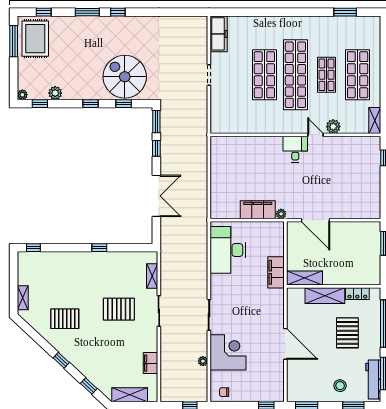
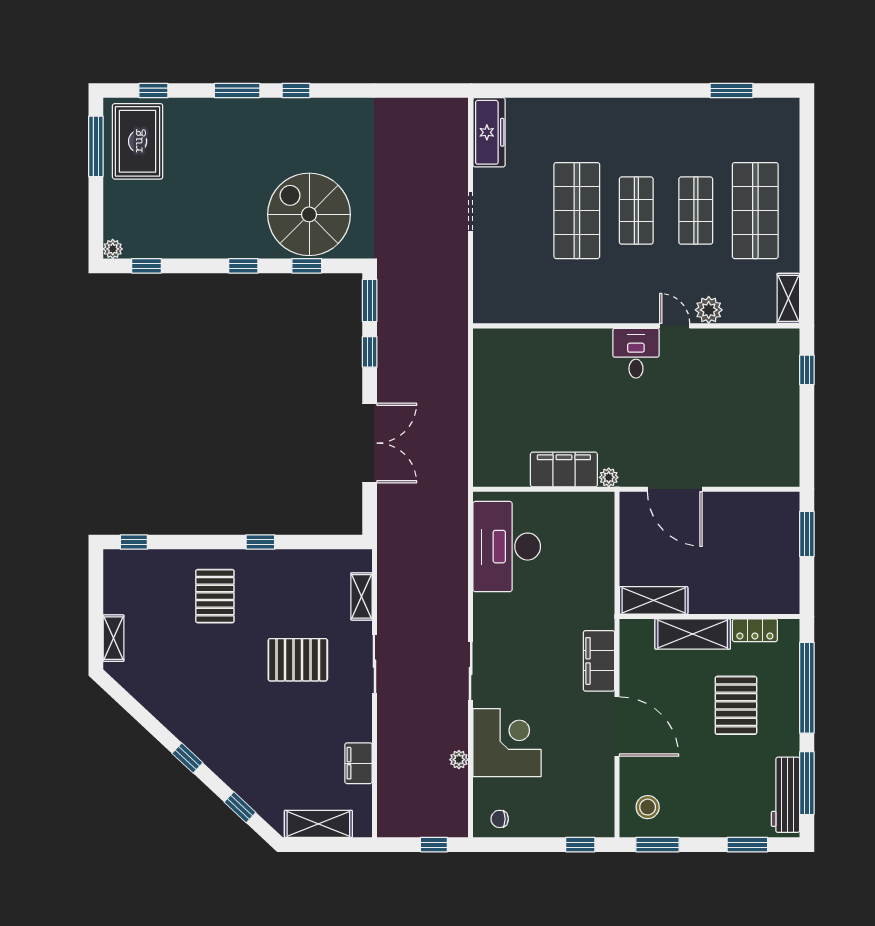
shop shelf: (295, 75) -> (636, 211), width x0.50, depth x0.74
plant: (55, 93) -> (176, 246), removed
filing cabinet: (276, 272) -> (599, 661), moved
pallet: (65, 319) -> (215, 596), moved, turned 90
stool: (340, 386) -> (648, 807), moved

